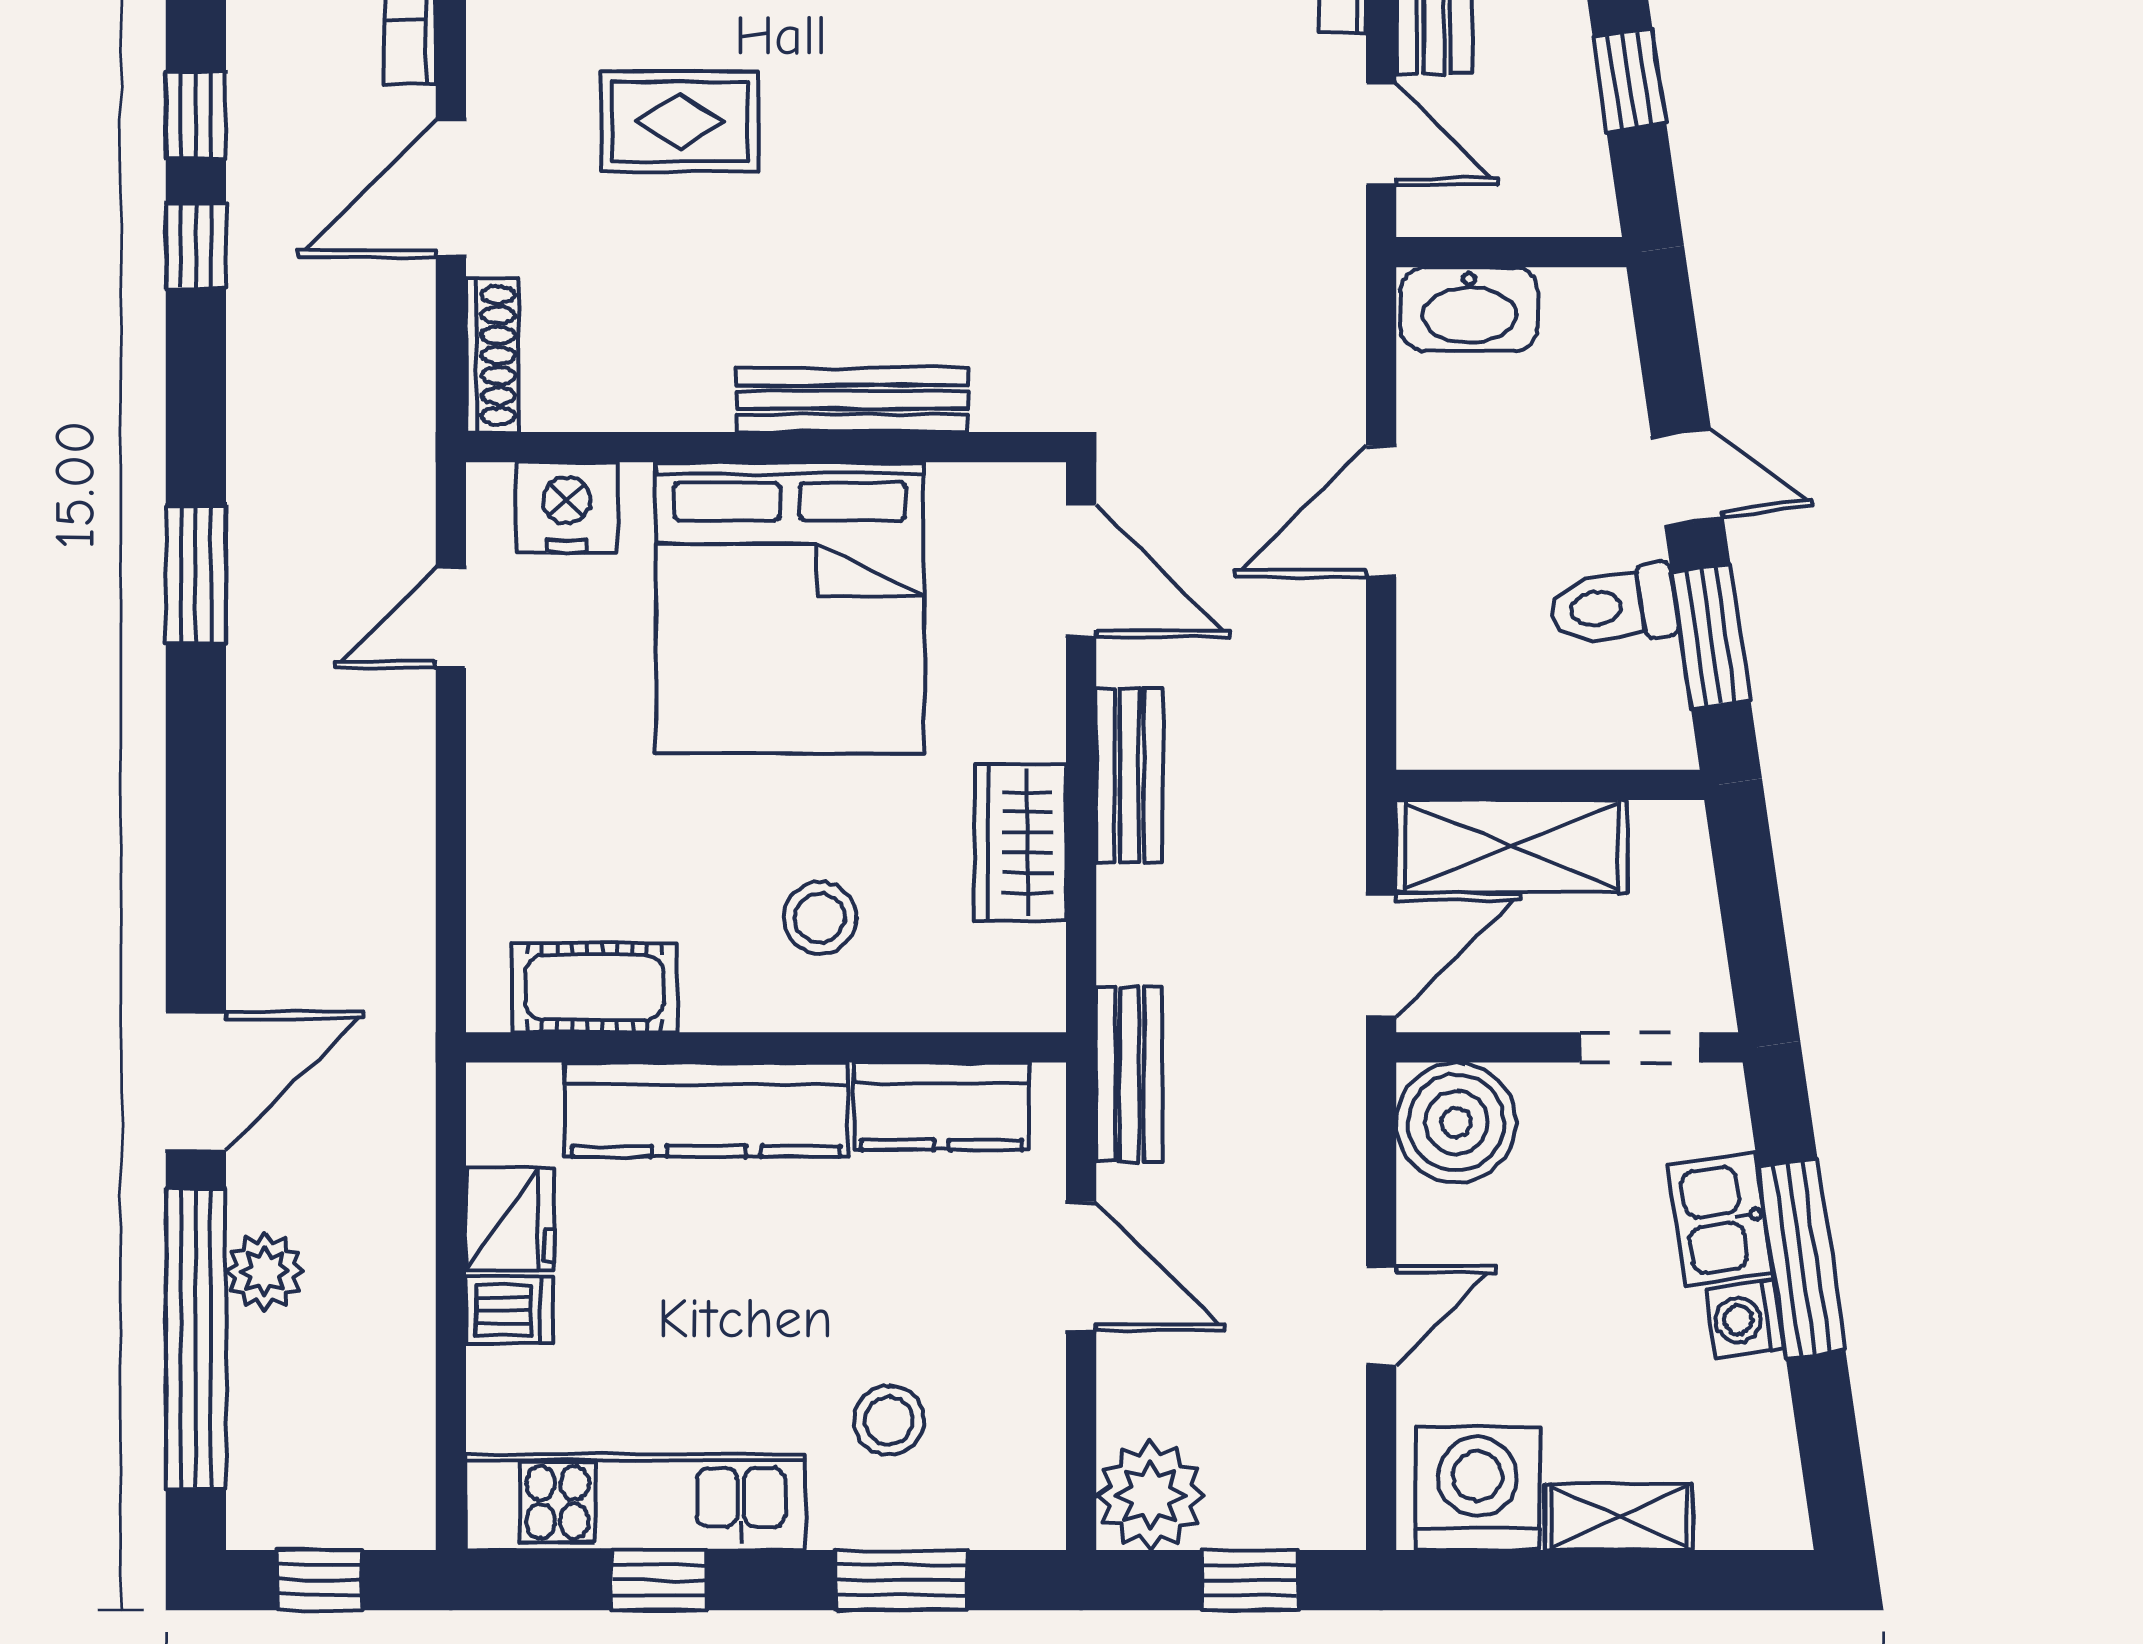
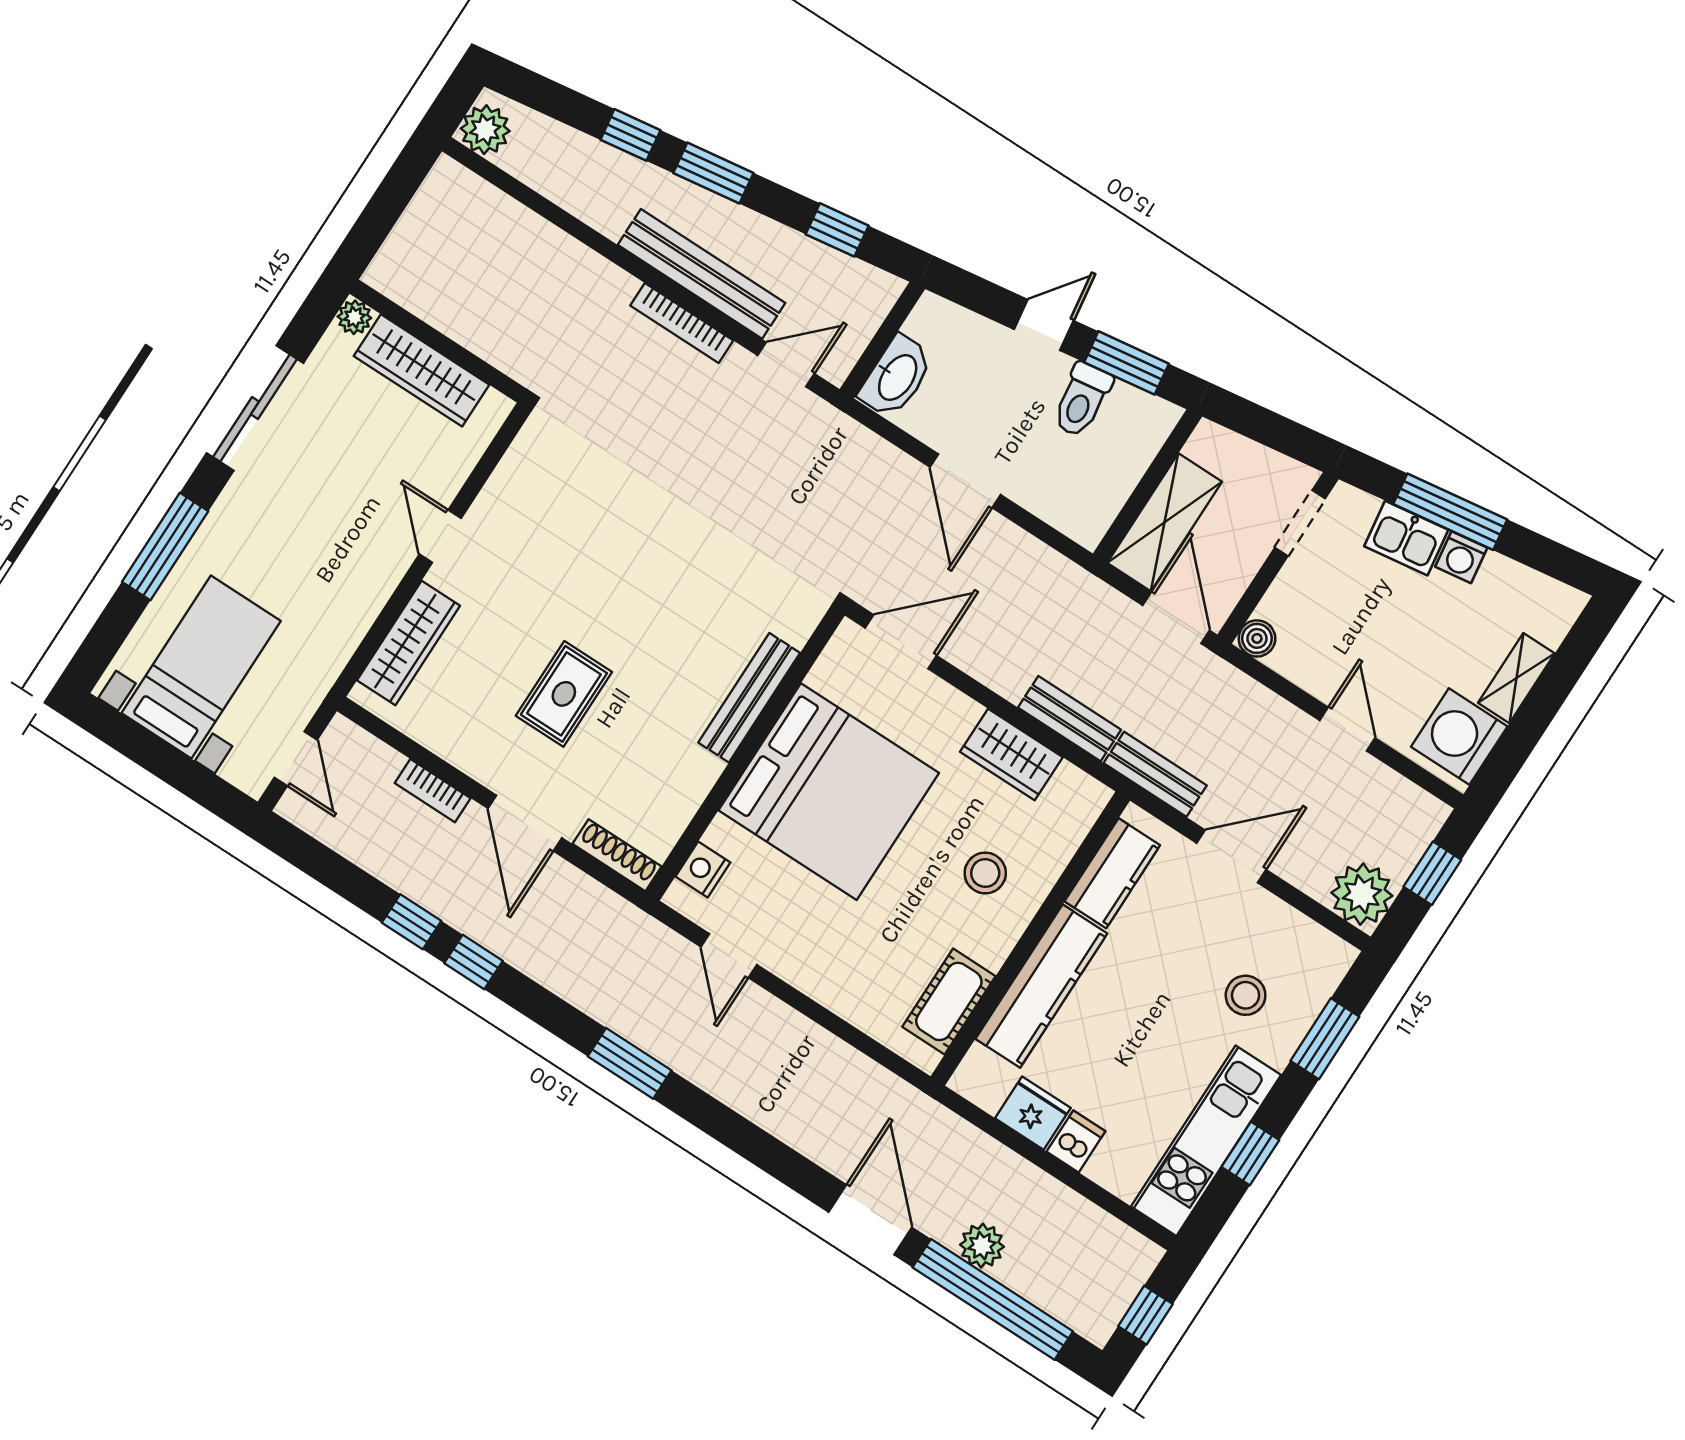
nightstand: (567, 507) -> (703, 869), width x0.74, depth x0.75
bench: (1129, 775) -> (1069, 719), moved
boiler: (1456, 1122) -> (1257, 638), width x0.54, depth x0.54

